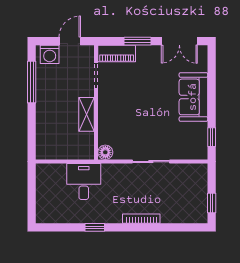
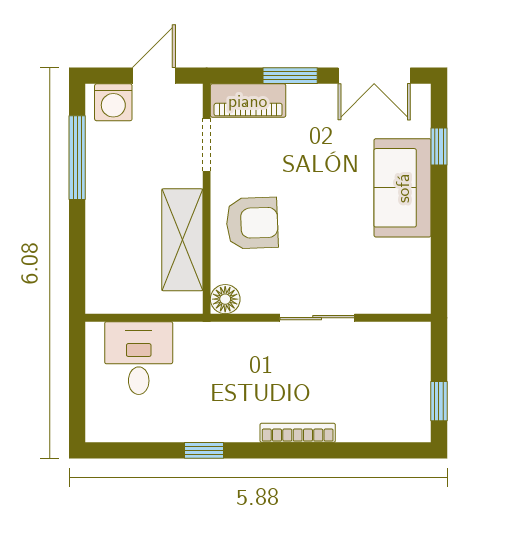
shelving: (87, 114) -> (182, 240), width x1.50, depth x1.33
armchair: (119, 114) -> (252, 223), added
window: (212, 137) -> (439, 147), moved
desk: (84, 182) -> (139, 358), moved

